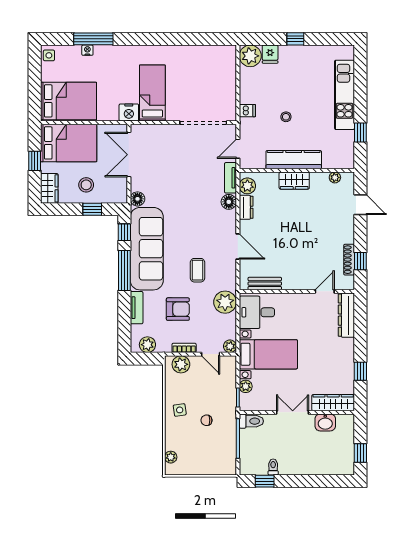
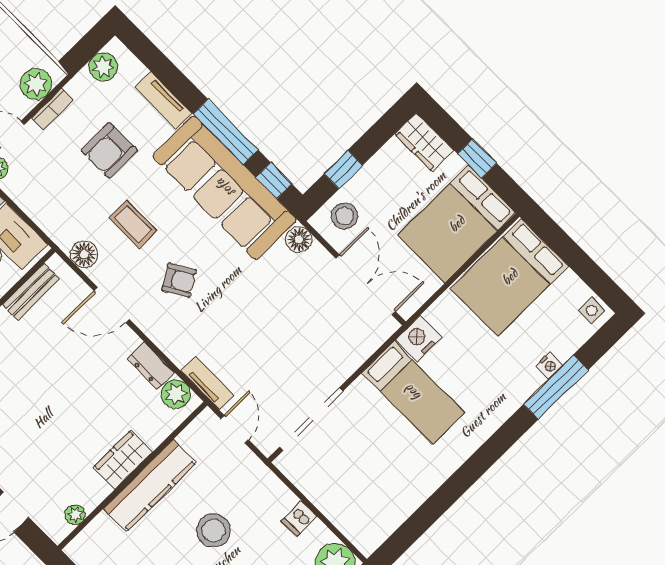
dishwasher: (247, 111) -> (299, 519), moved
stool: (286, 117) -> (214, 530), width x1.89, depth x1.89
stool: (86, 185) -> (345, 216), moved
floor lamp: (229, 202) -> (84, 254), moved
armchair: (201, 230) -> (179, 280), added
plant: (225, 302) -> (58, 218), removed

